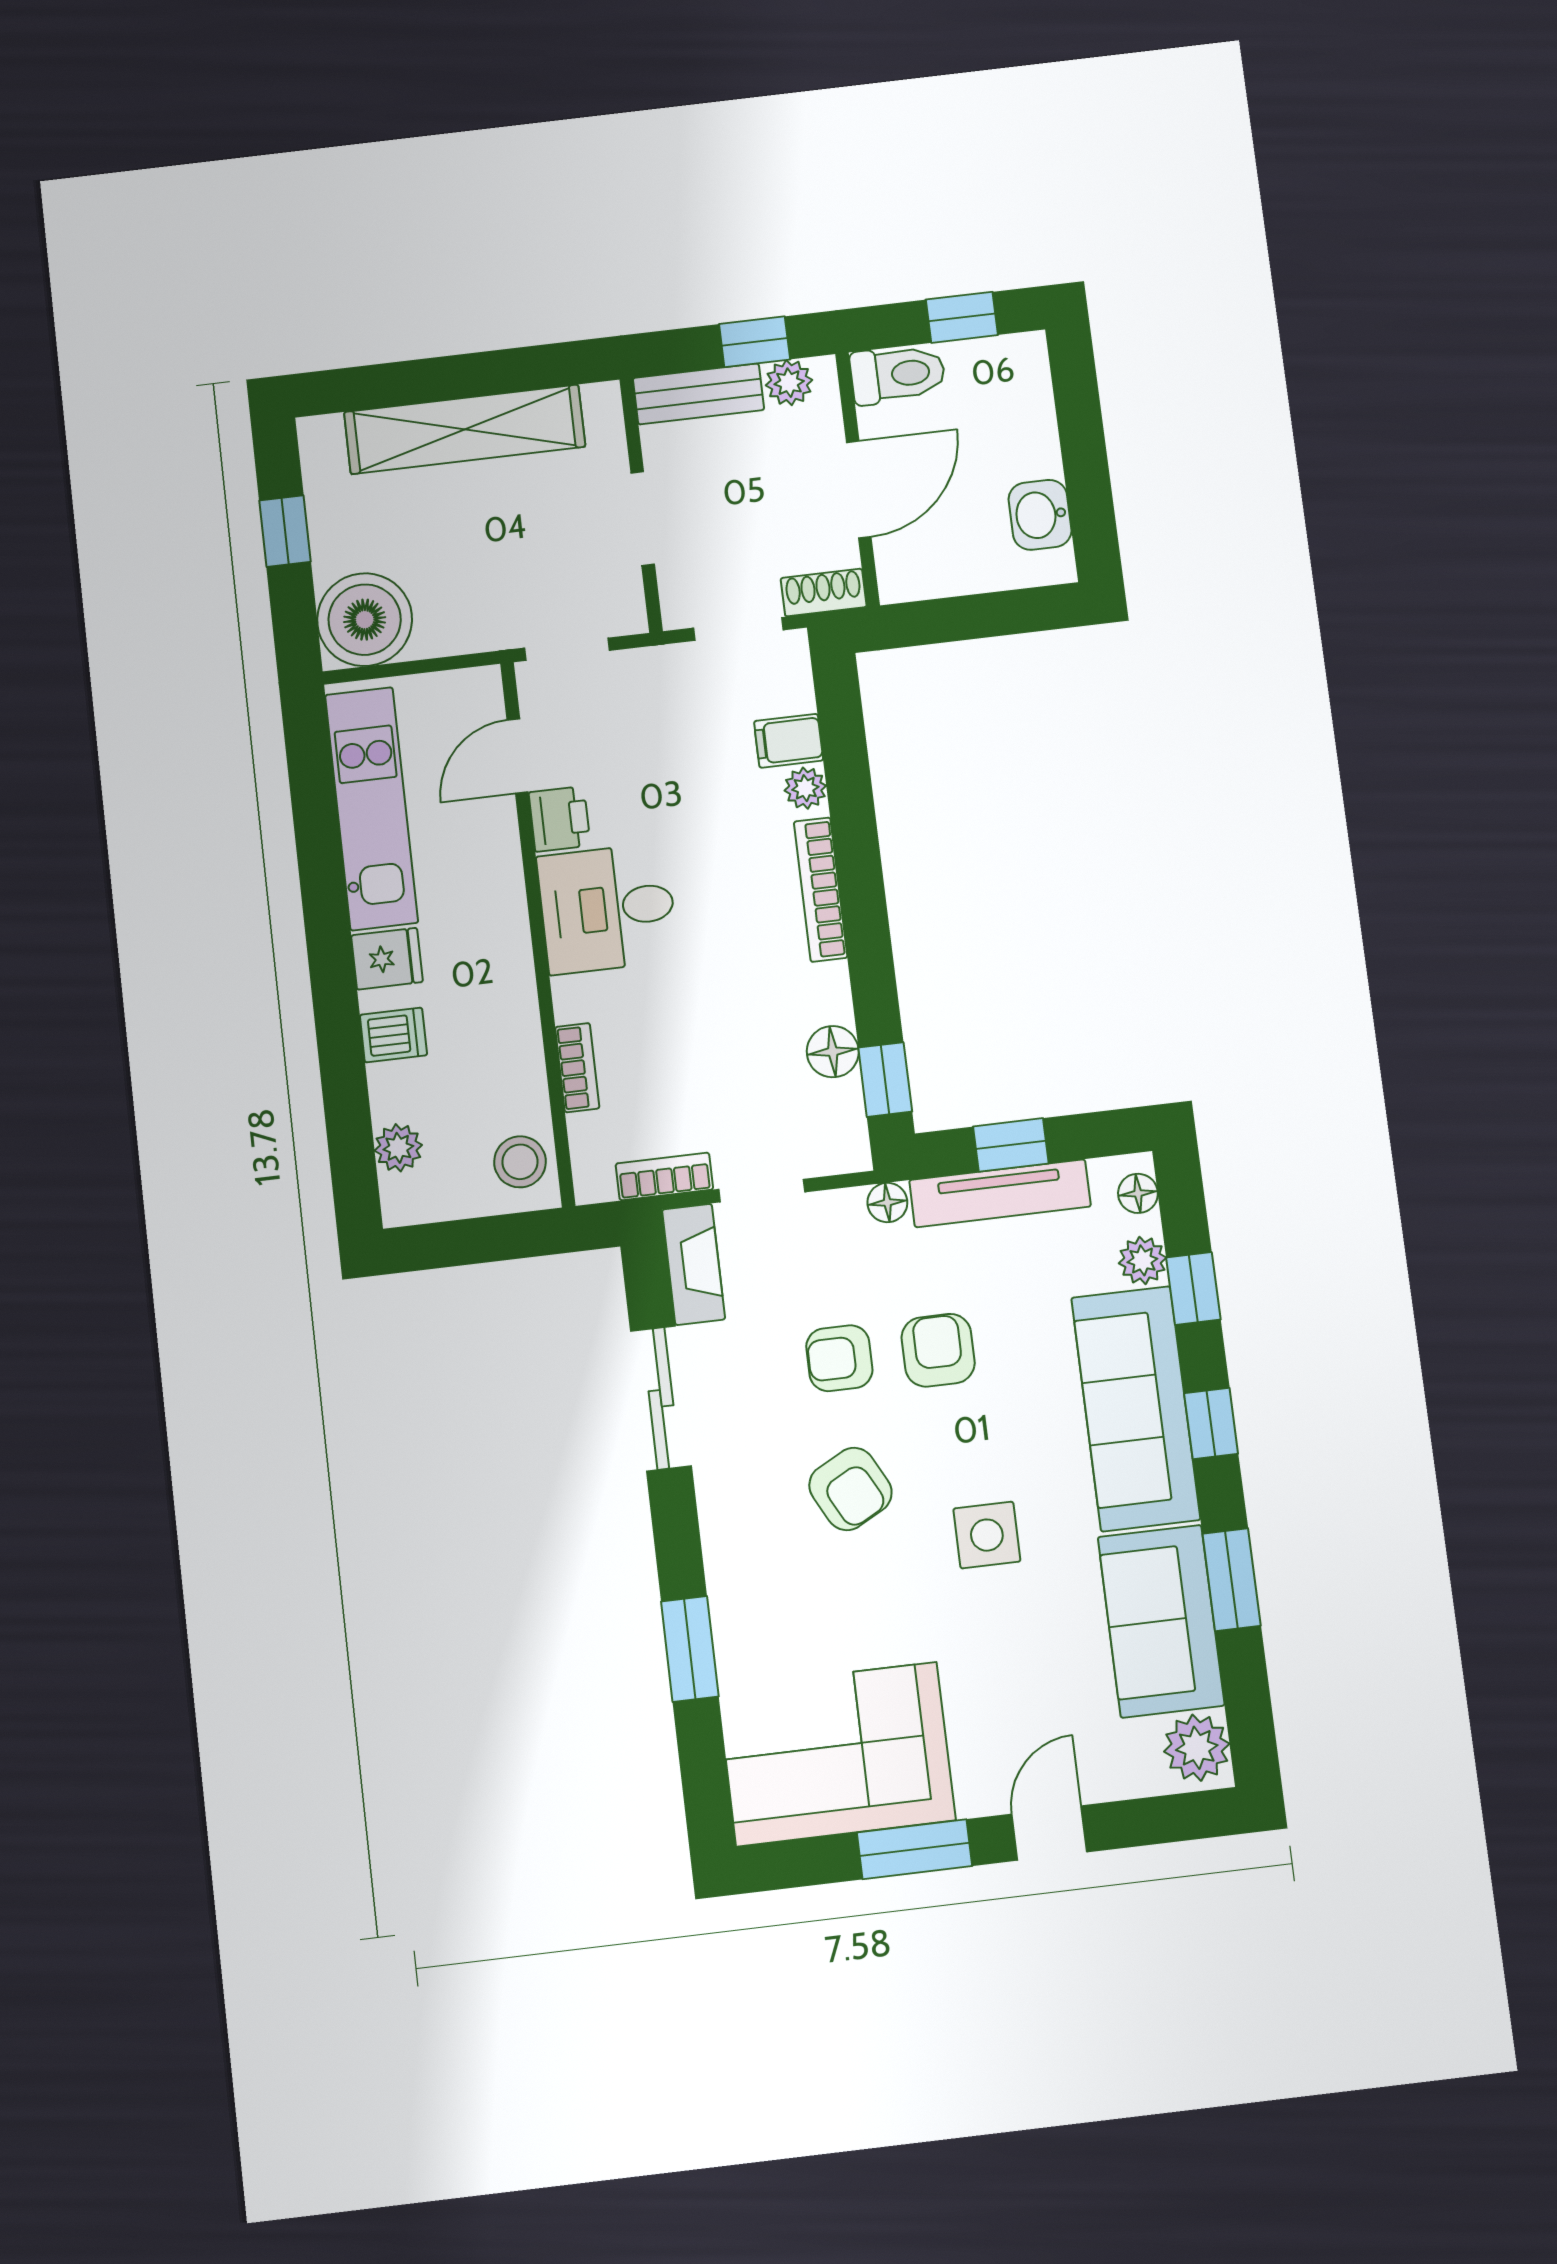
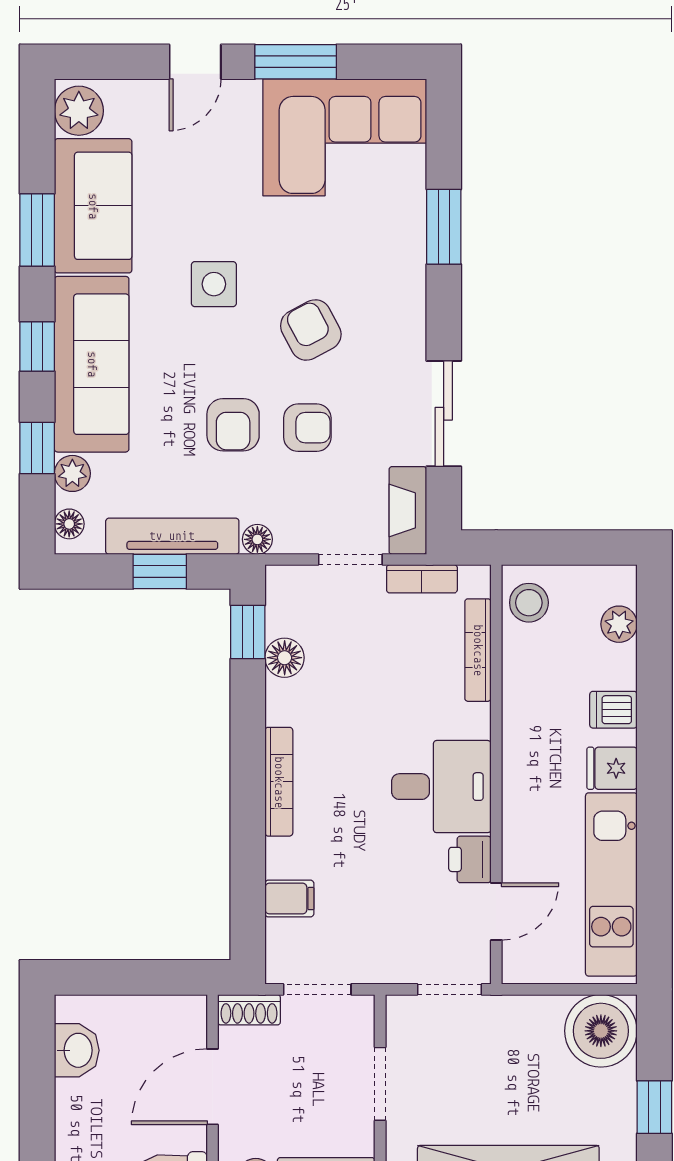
plant: (805, 788) -> (281, 861), removed
bookcase: (577, 1068) -> (478, 650), width x1.56

